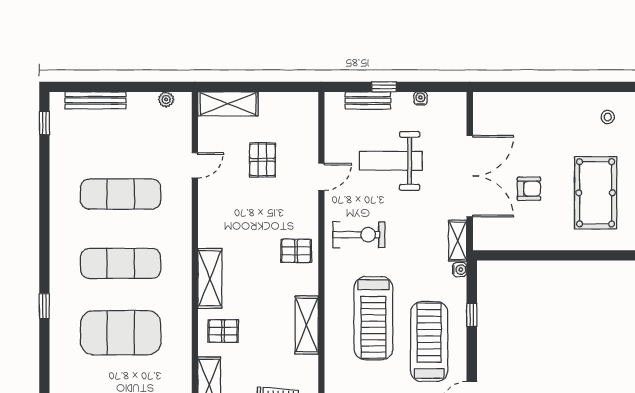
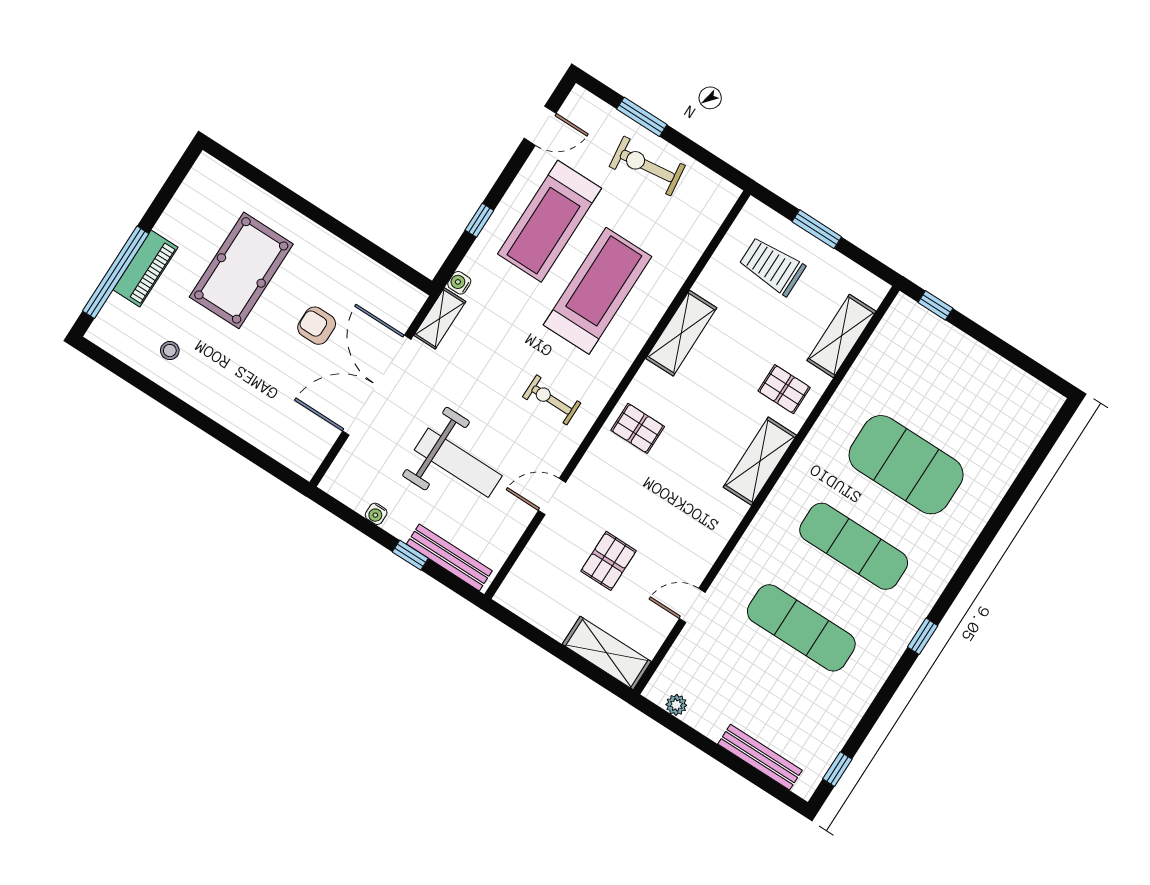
bench: (368, 100) -> (449, 557), width x1.36
exercise bike: (359, 235) -> (552, 400), width x0.73, depth x0.72
window: (44, 306) -> (923, 636), moved

